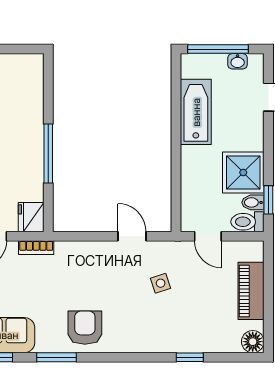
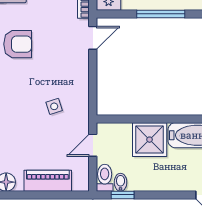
shower: (243, 172) -> (150, 140), moved
door: (132, 236) -> (93, 38), moved

